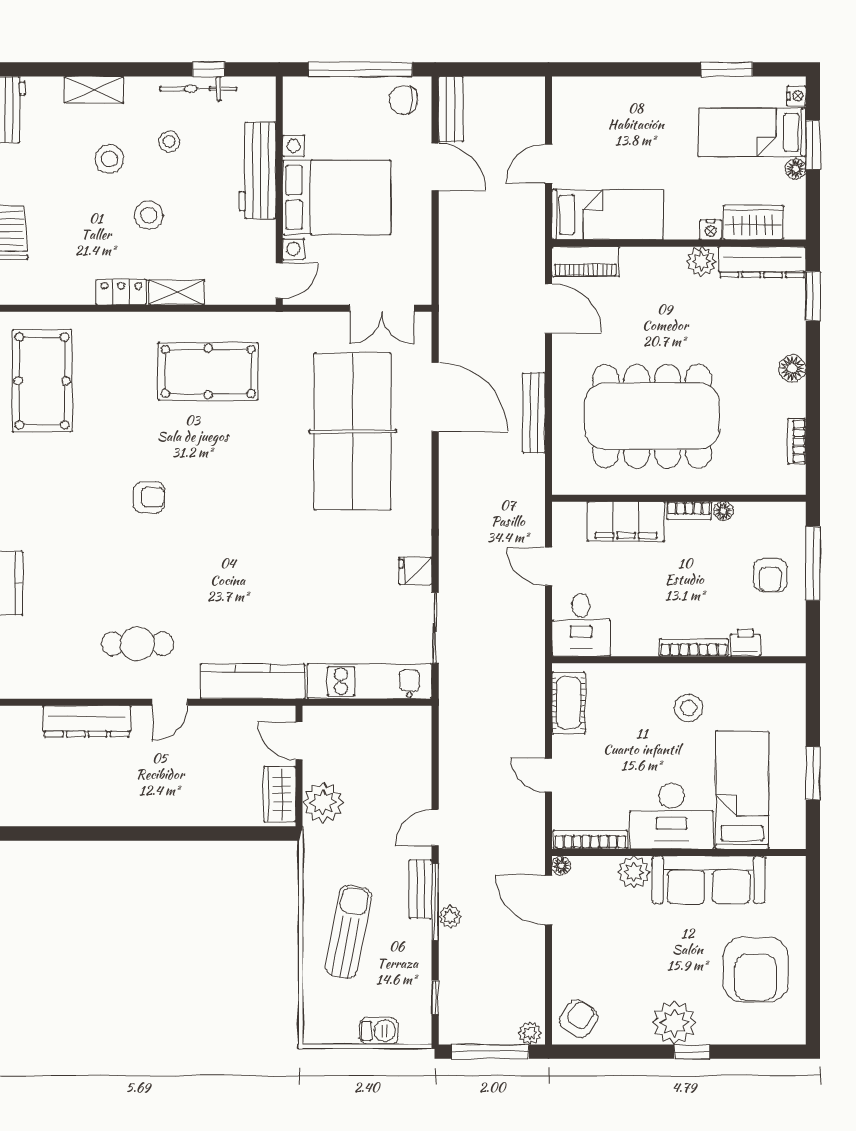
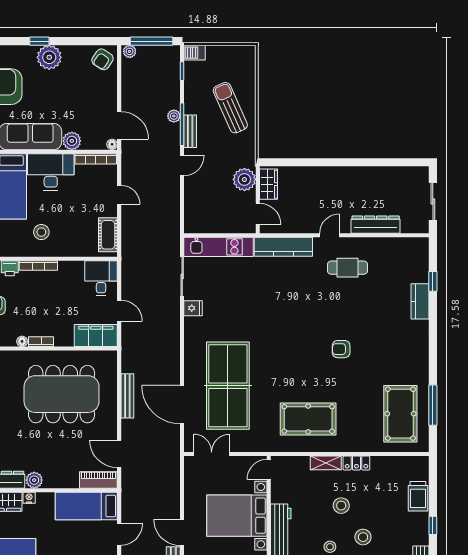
filing cabinet: (626, 522) -> (96, 336), moved
sun lounger: (348, 932) -> (230, 108), turned 145
barbecue: (379, 1031) -> (195, 53), moved

